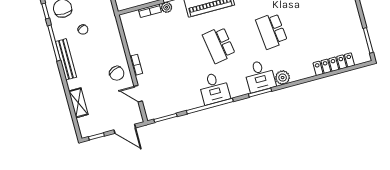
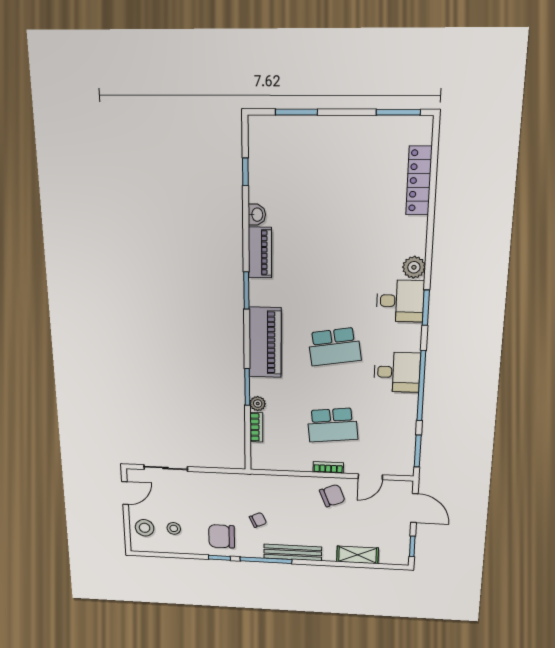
school desk: (272, 31) -> (332, 425), moved
door: (125, 129) -> (414, 508), hinge flipped

